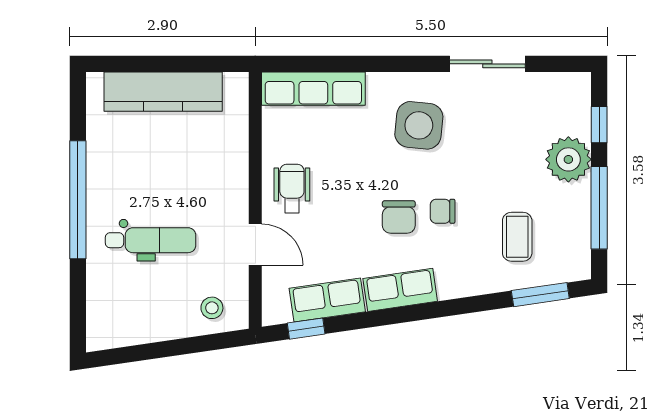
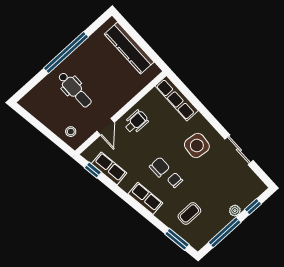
plant: (568, 159) -> (235, 211), width x0.53, depth x0.53
chair: (399, 217) -> (159, 167), turned 180
row of seats: (400, 290) -> (145, 198), moved

